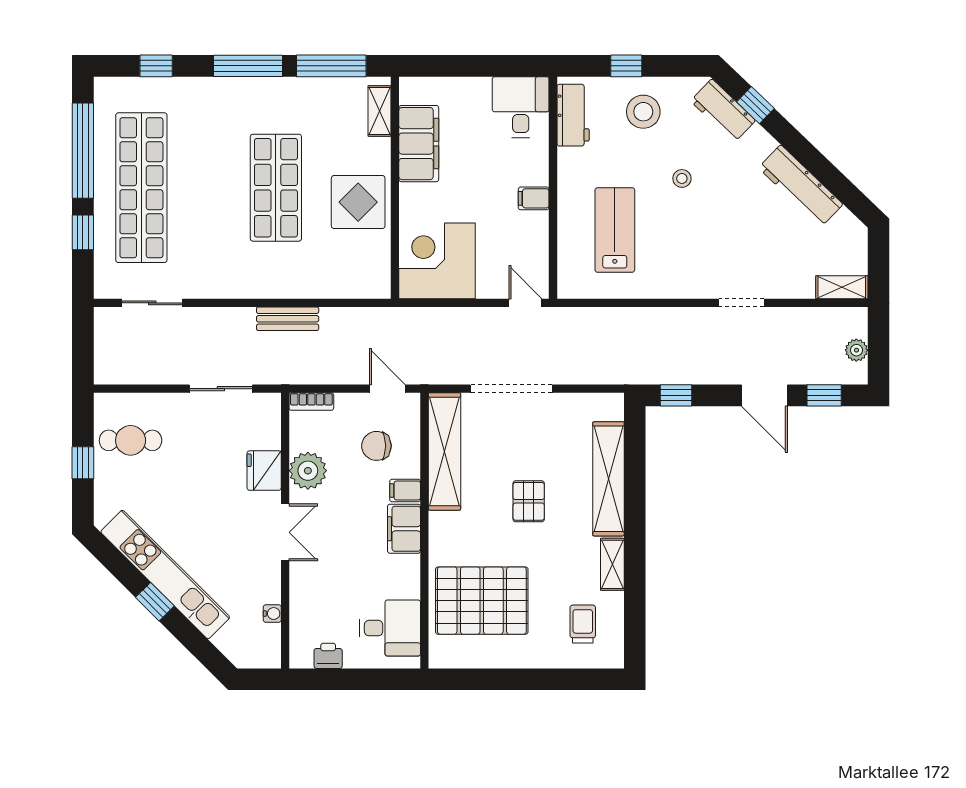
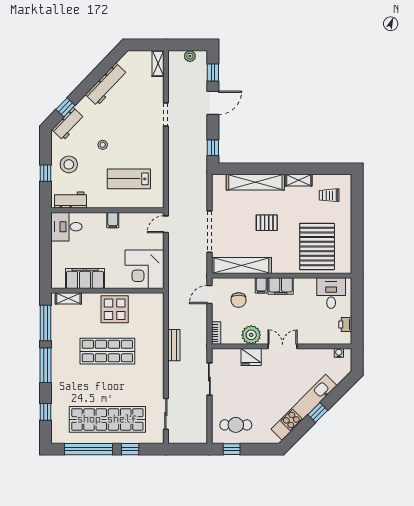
cafe table: (131, 440) -> (236, 425), turned 90
window: (83, 463) -> (232, 449), moved
water cooler: (272, 614) -> (339, 353), moved

